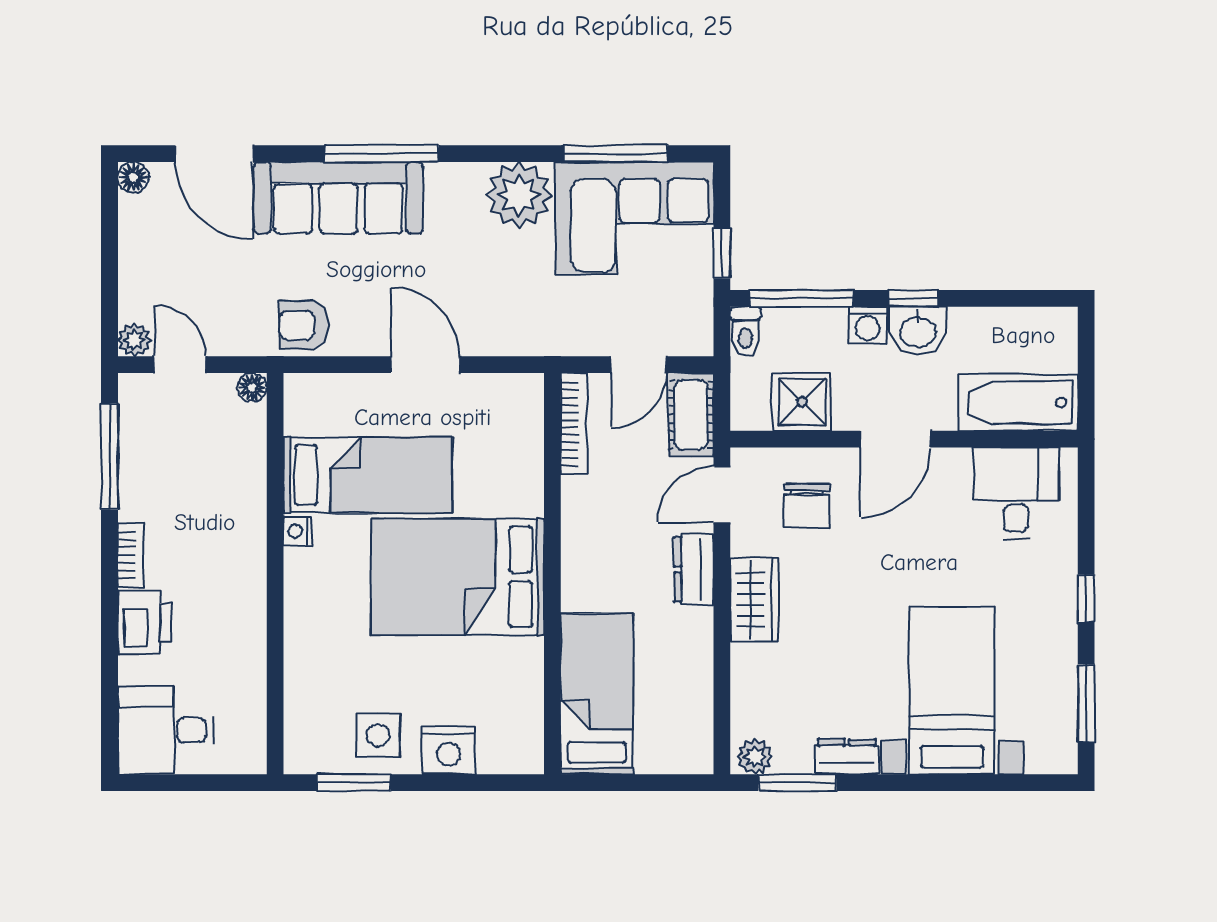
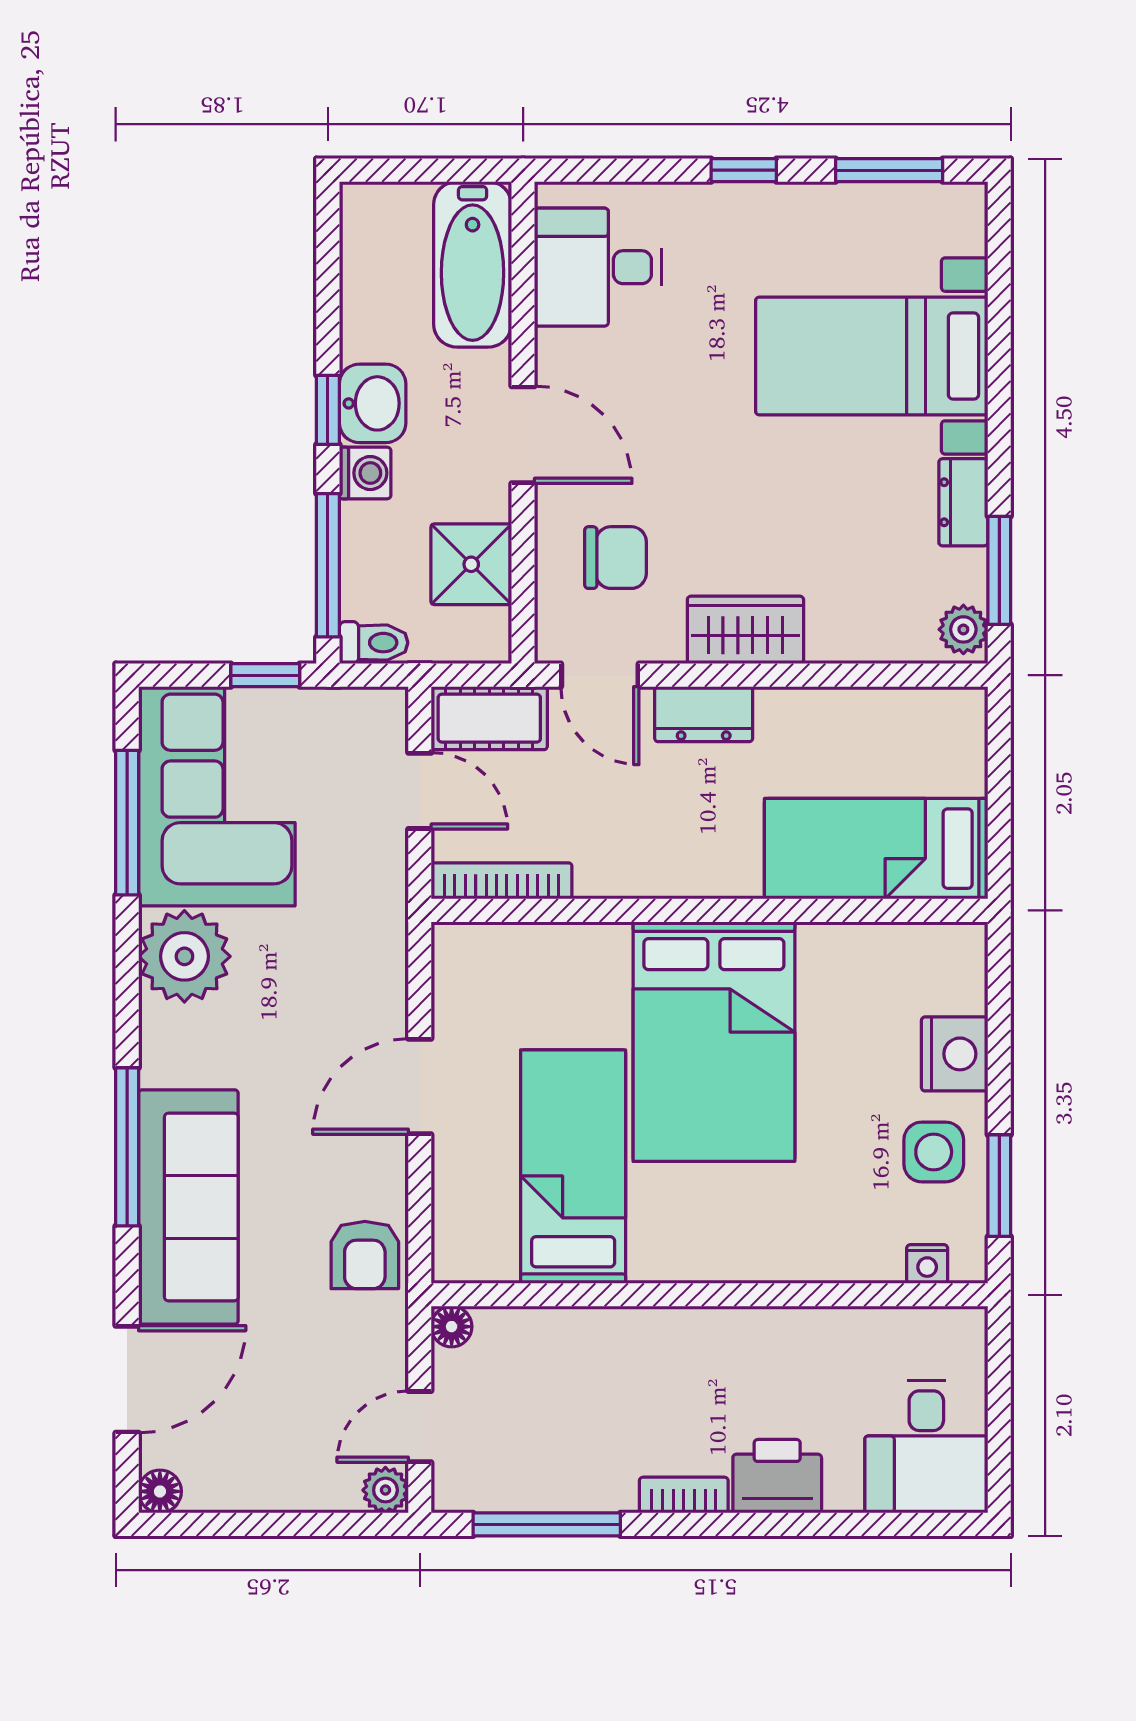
nightstand: (297, 531) -> (927, 1264), moved

